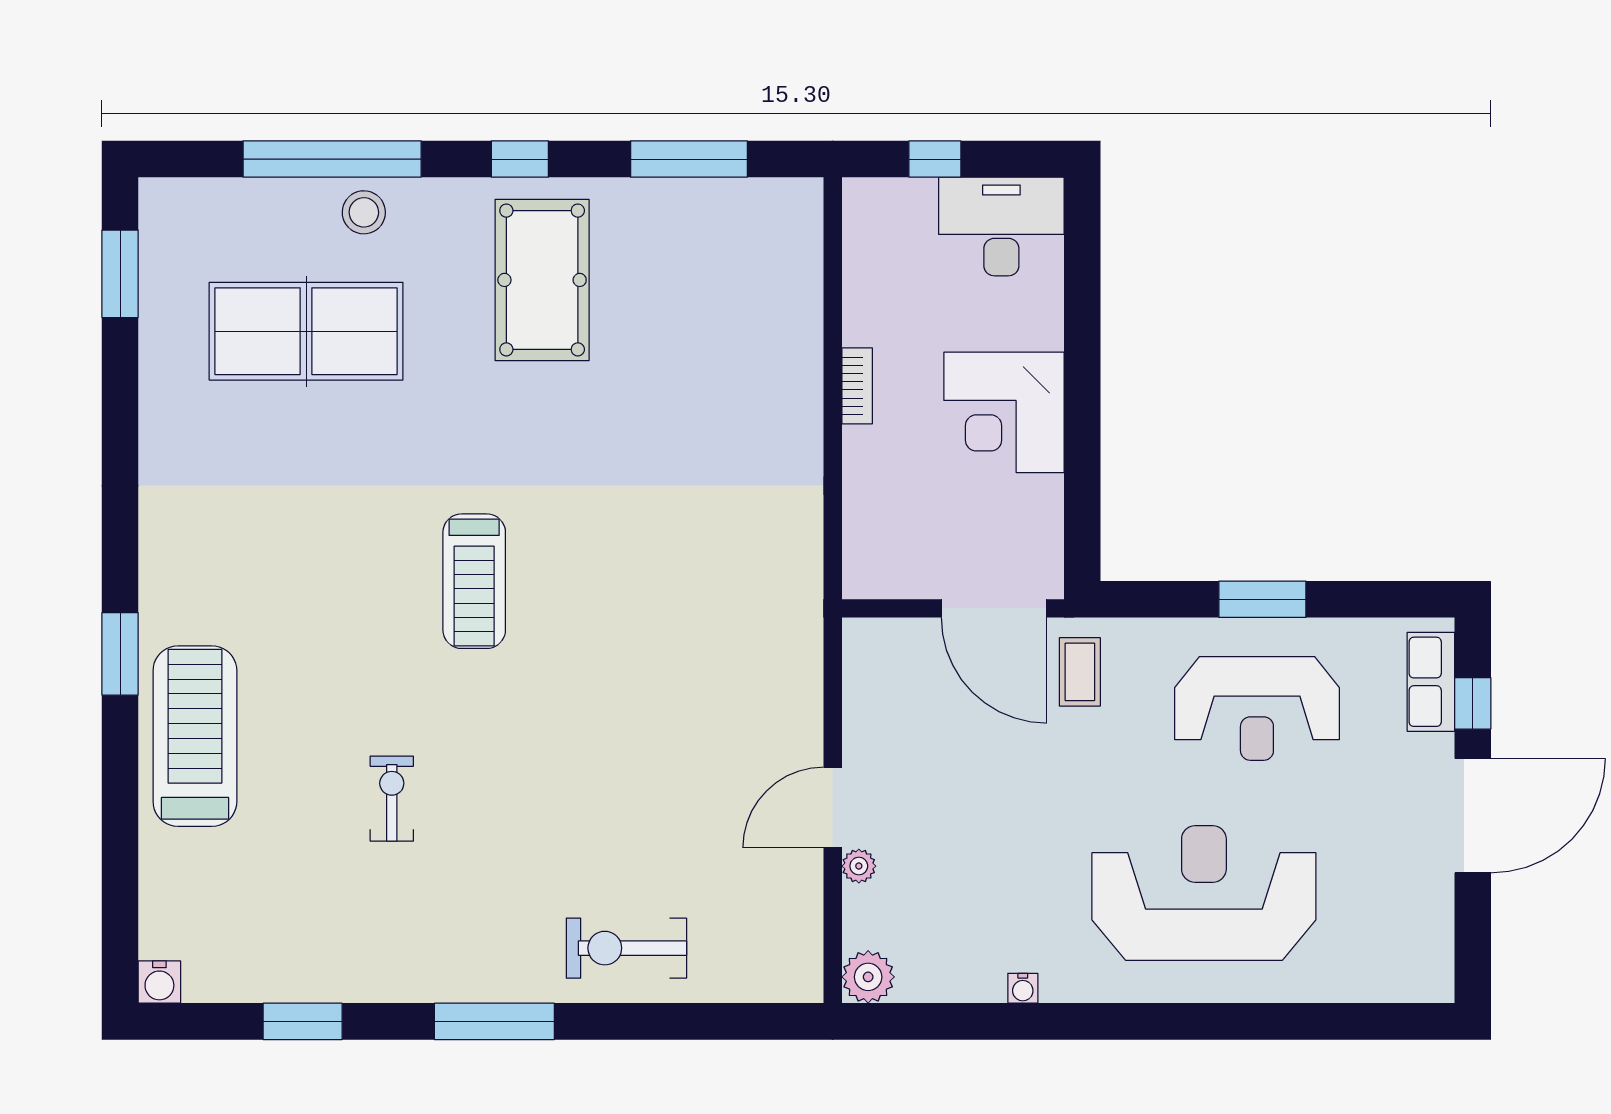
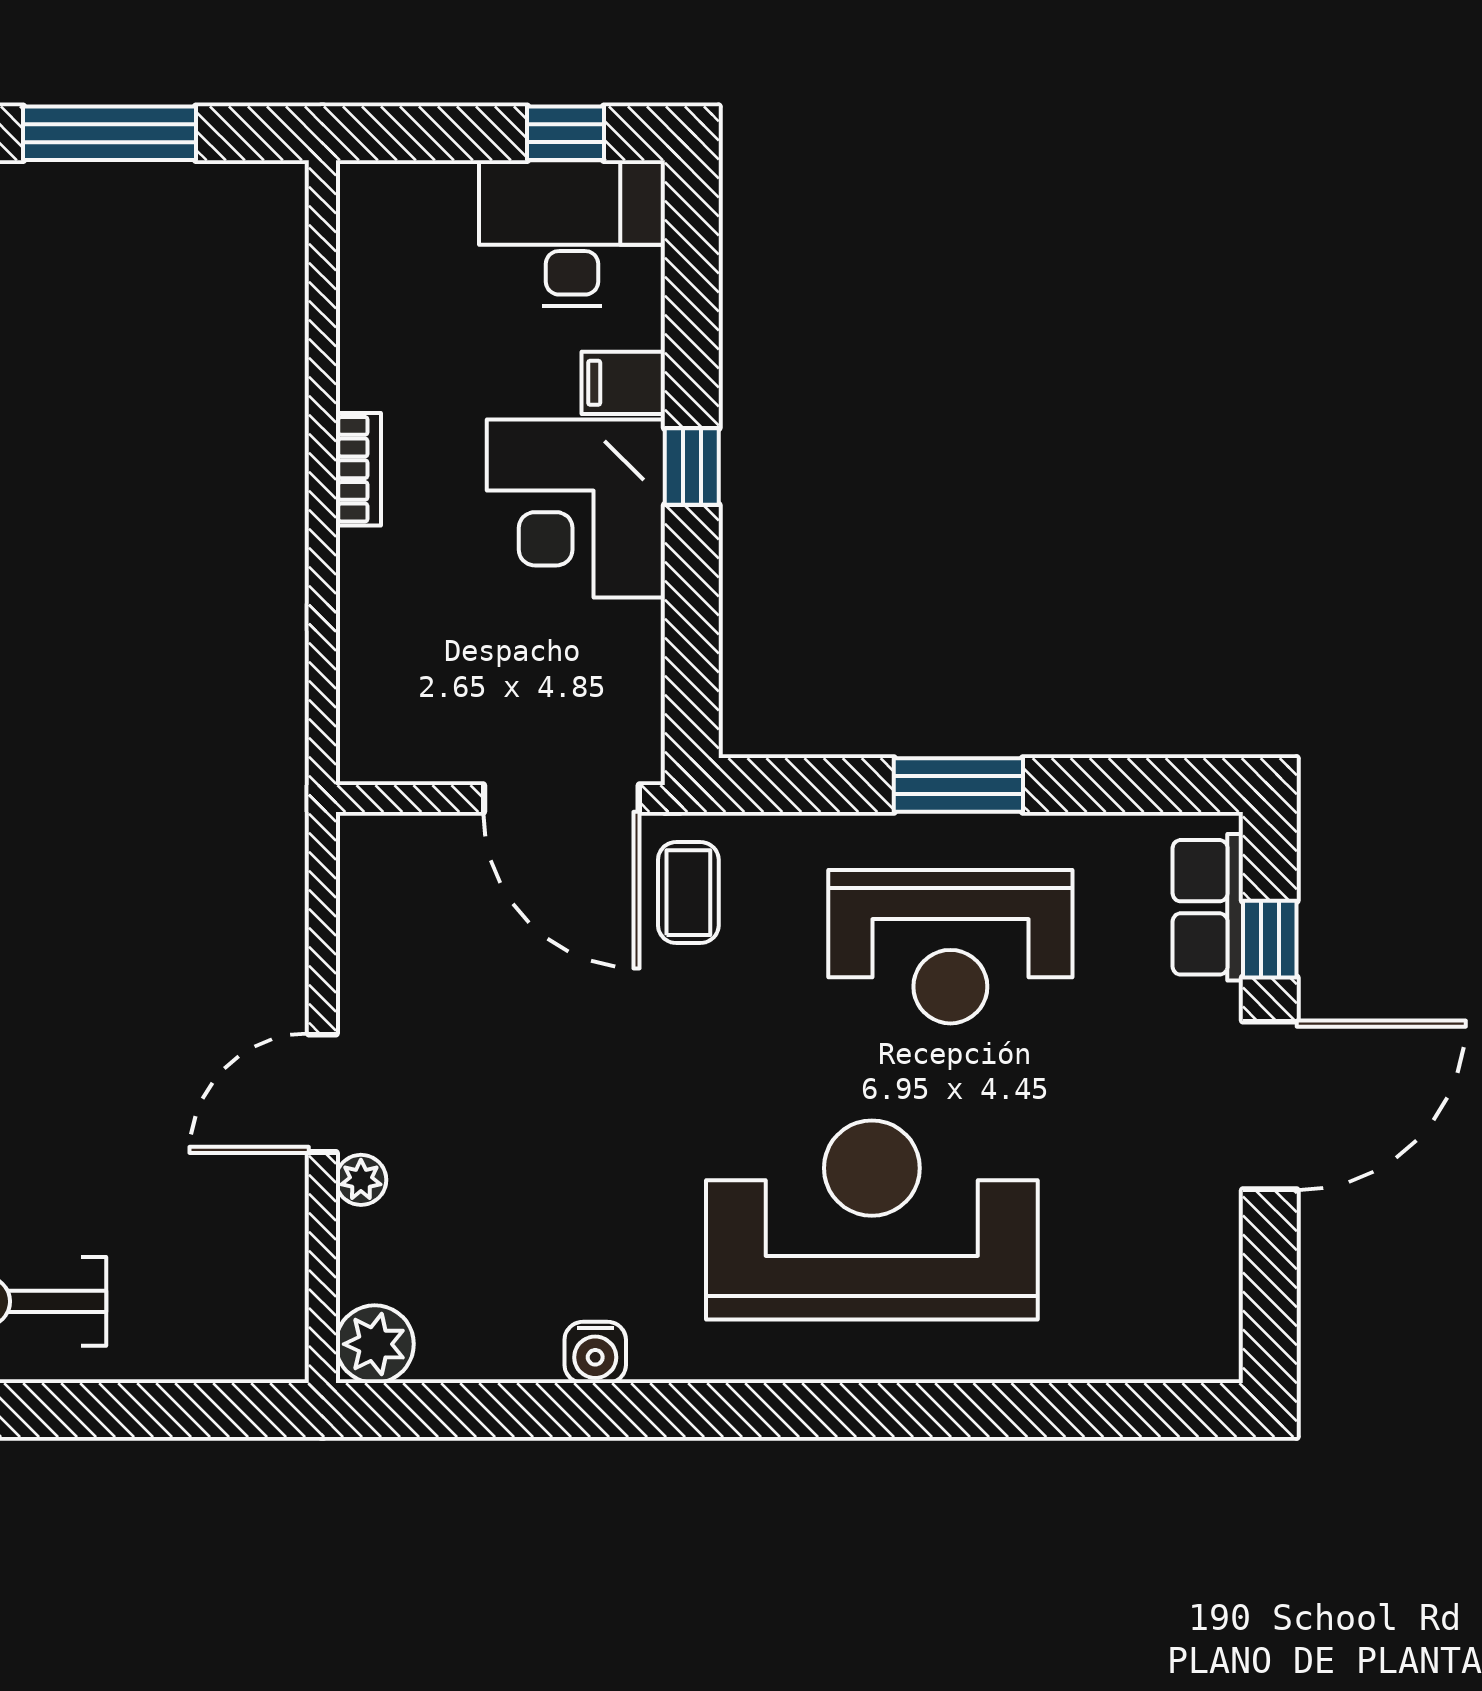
window: (935, 159) -> (565, 133), moved
filing cabinet: (1036, 327) -> (623, 383), added
window: (1082, 384) -> (692, 466), added
water cooler: (1023, 988) -> (595, 1352), width x1.38, depth x1.38

